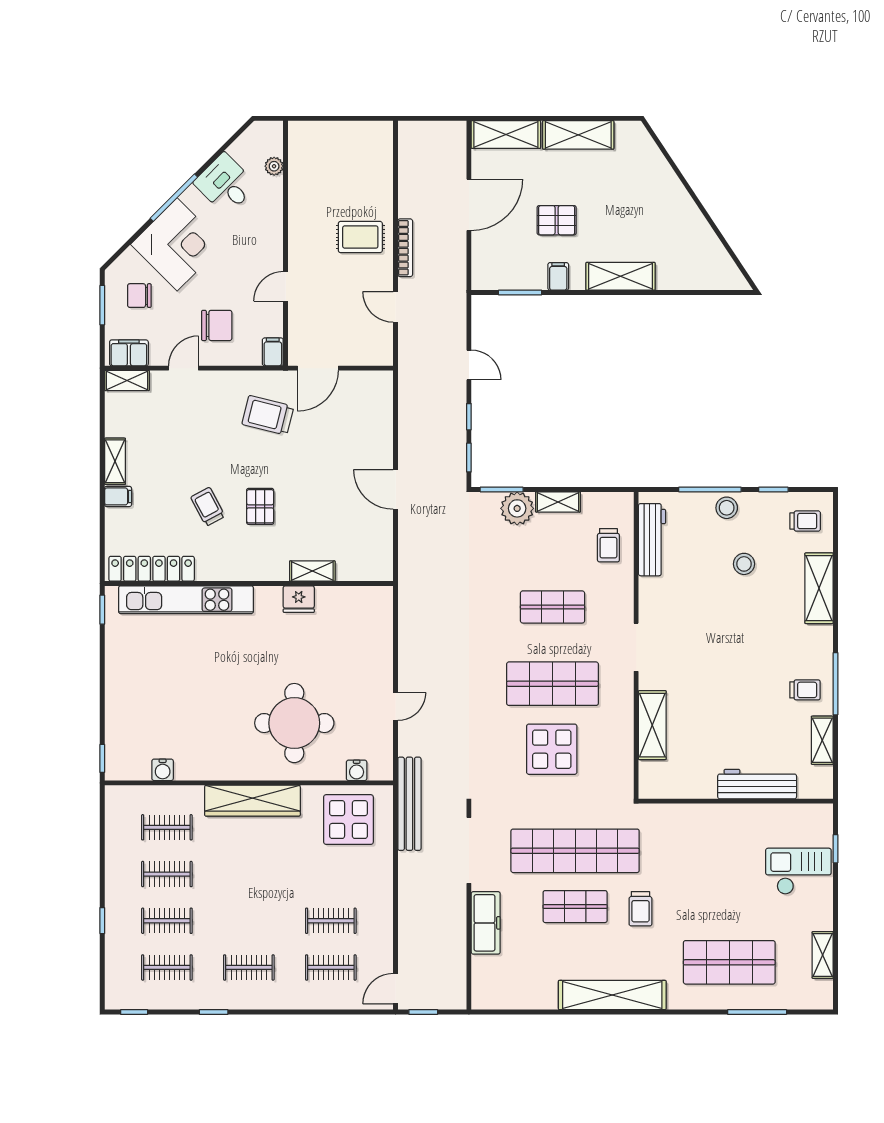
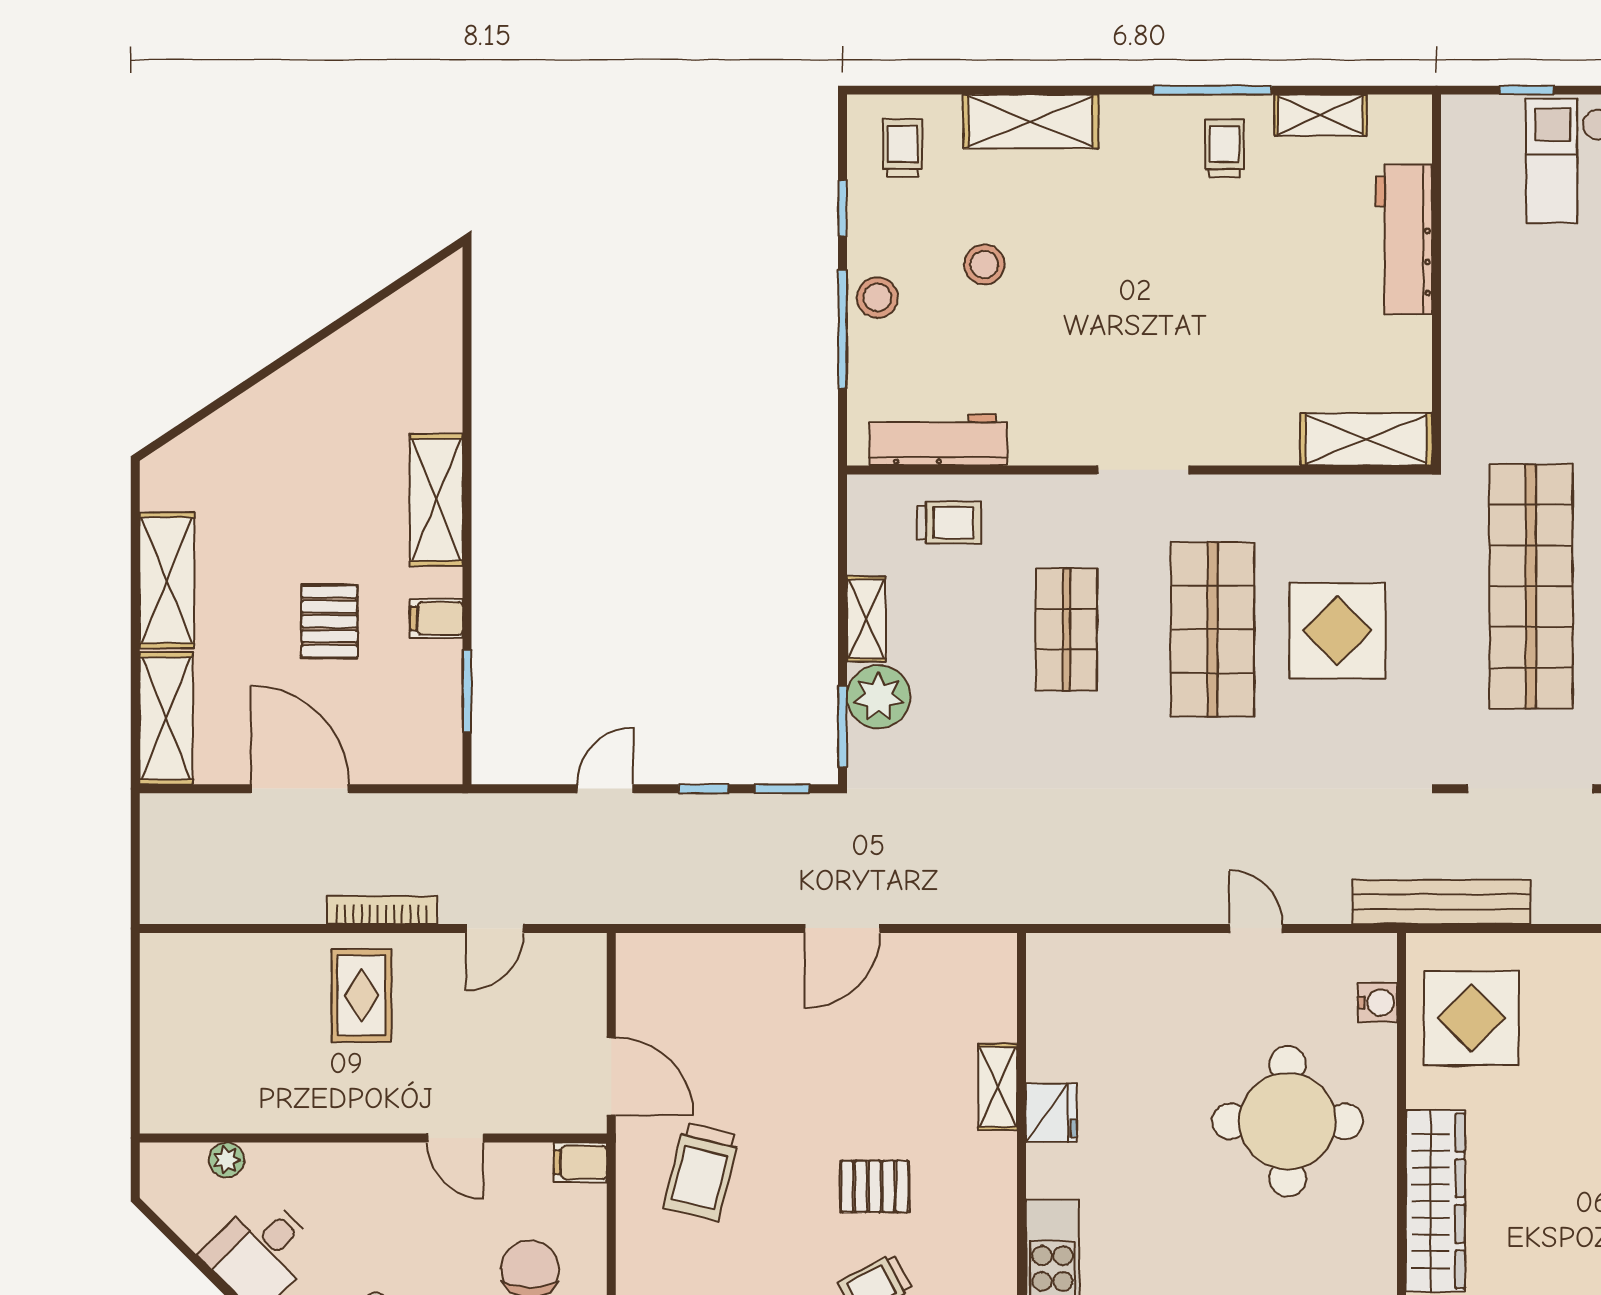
shelving: (652, 725) -> (1366, 439), moved

